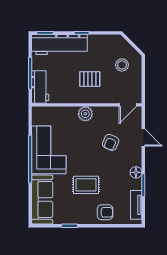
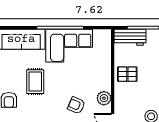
pallet: (90, 79) -> (127, 74), moved, turned 90
plant: (85, 114) -> (104, 98), moved

